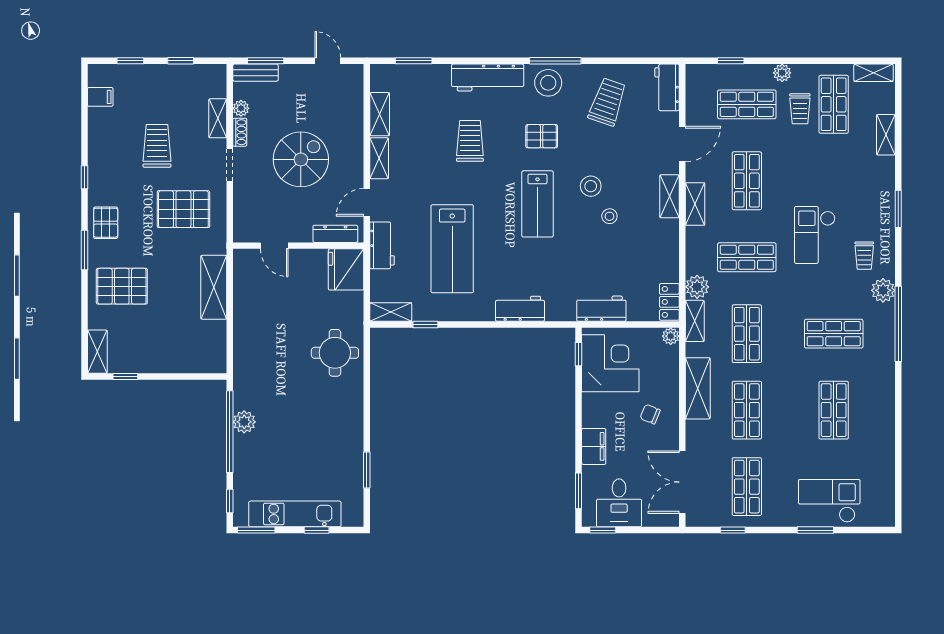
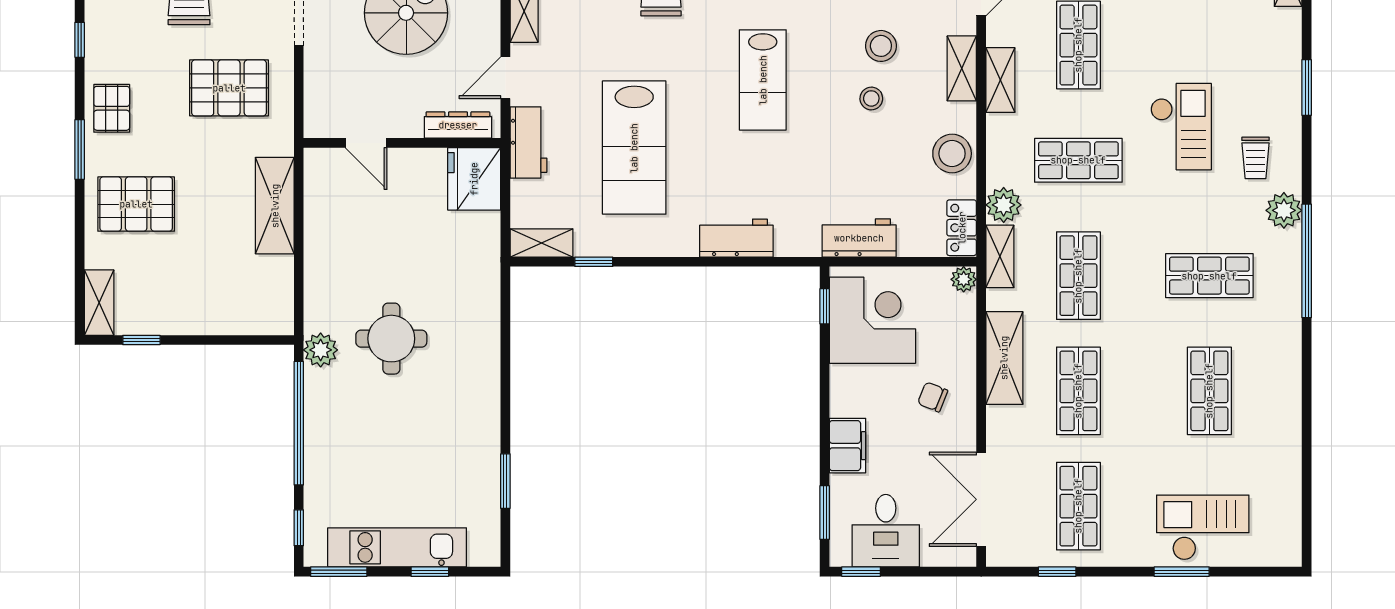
stool: (591, 186) -> (881, 46), moved
checkout: (815, 235) -> (1181, 127), turned 180
stool: (663, 253) -> (952, 154), added
round table: (335, 353) -> (391, 339), moved
plant: (244, 422) -> (321, 350), moved

